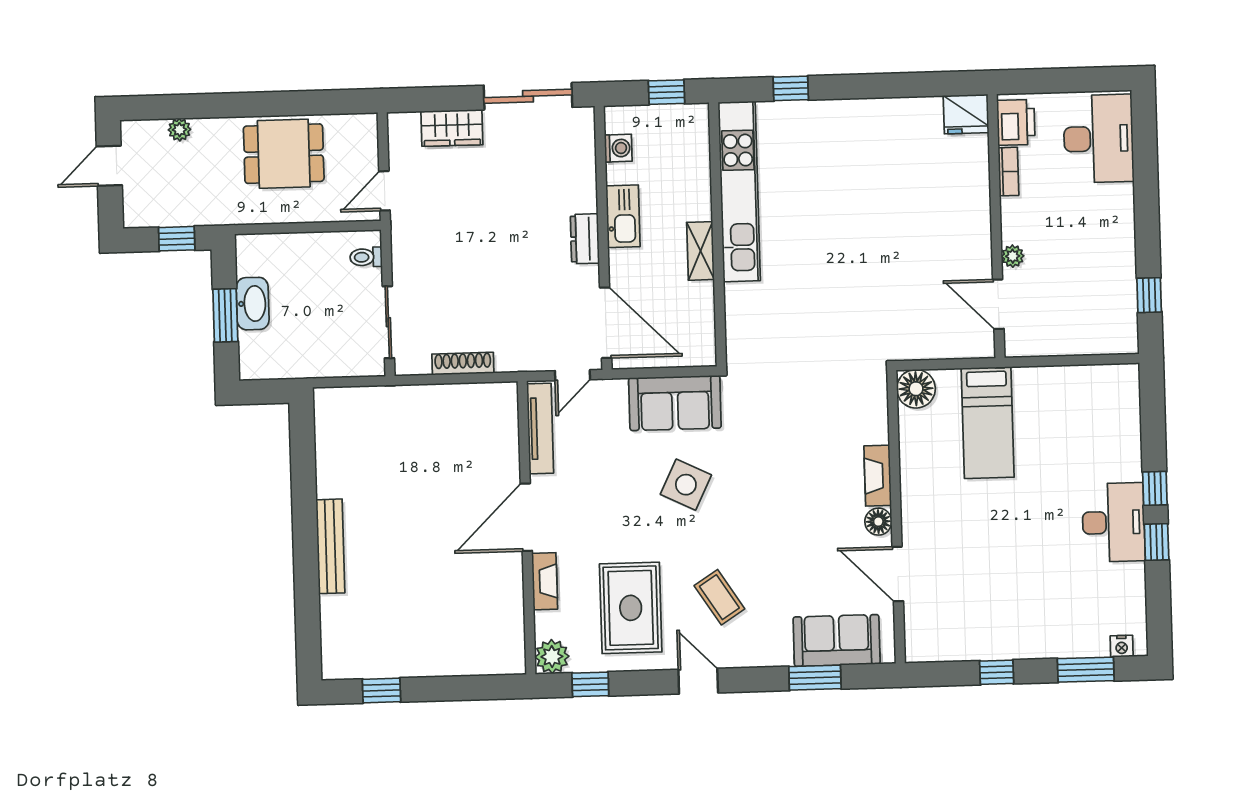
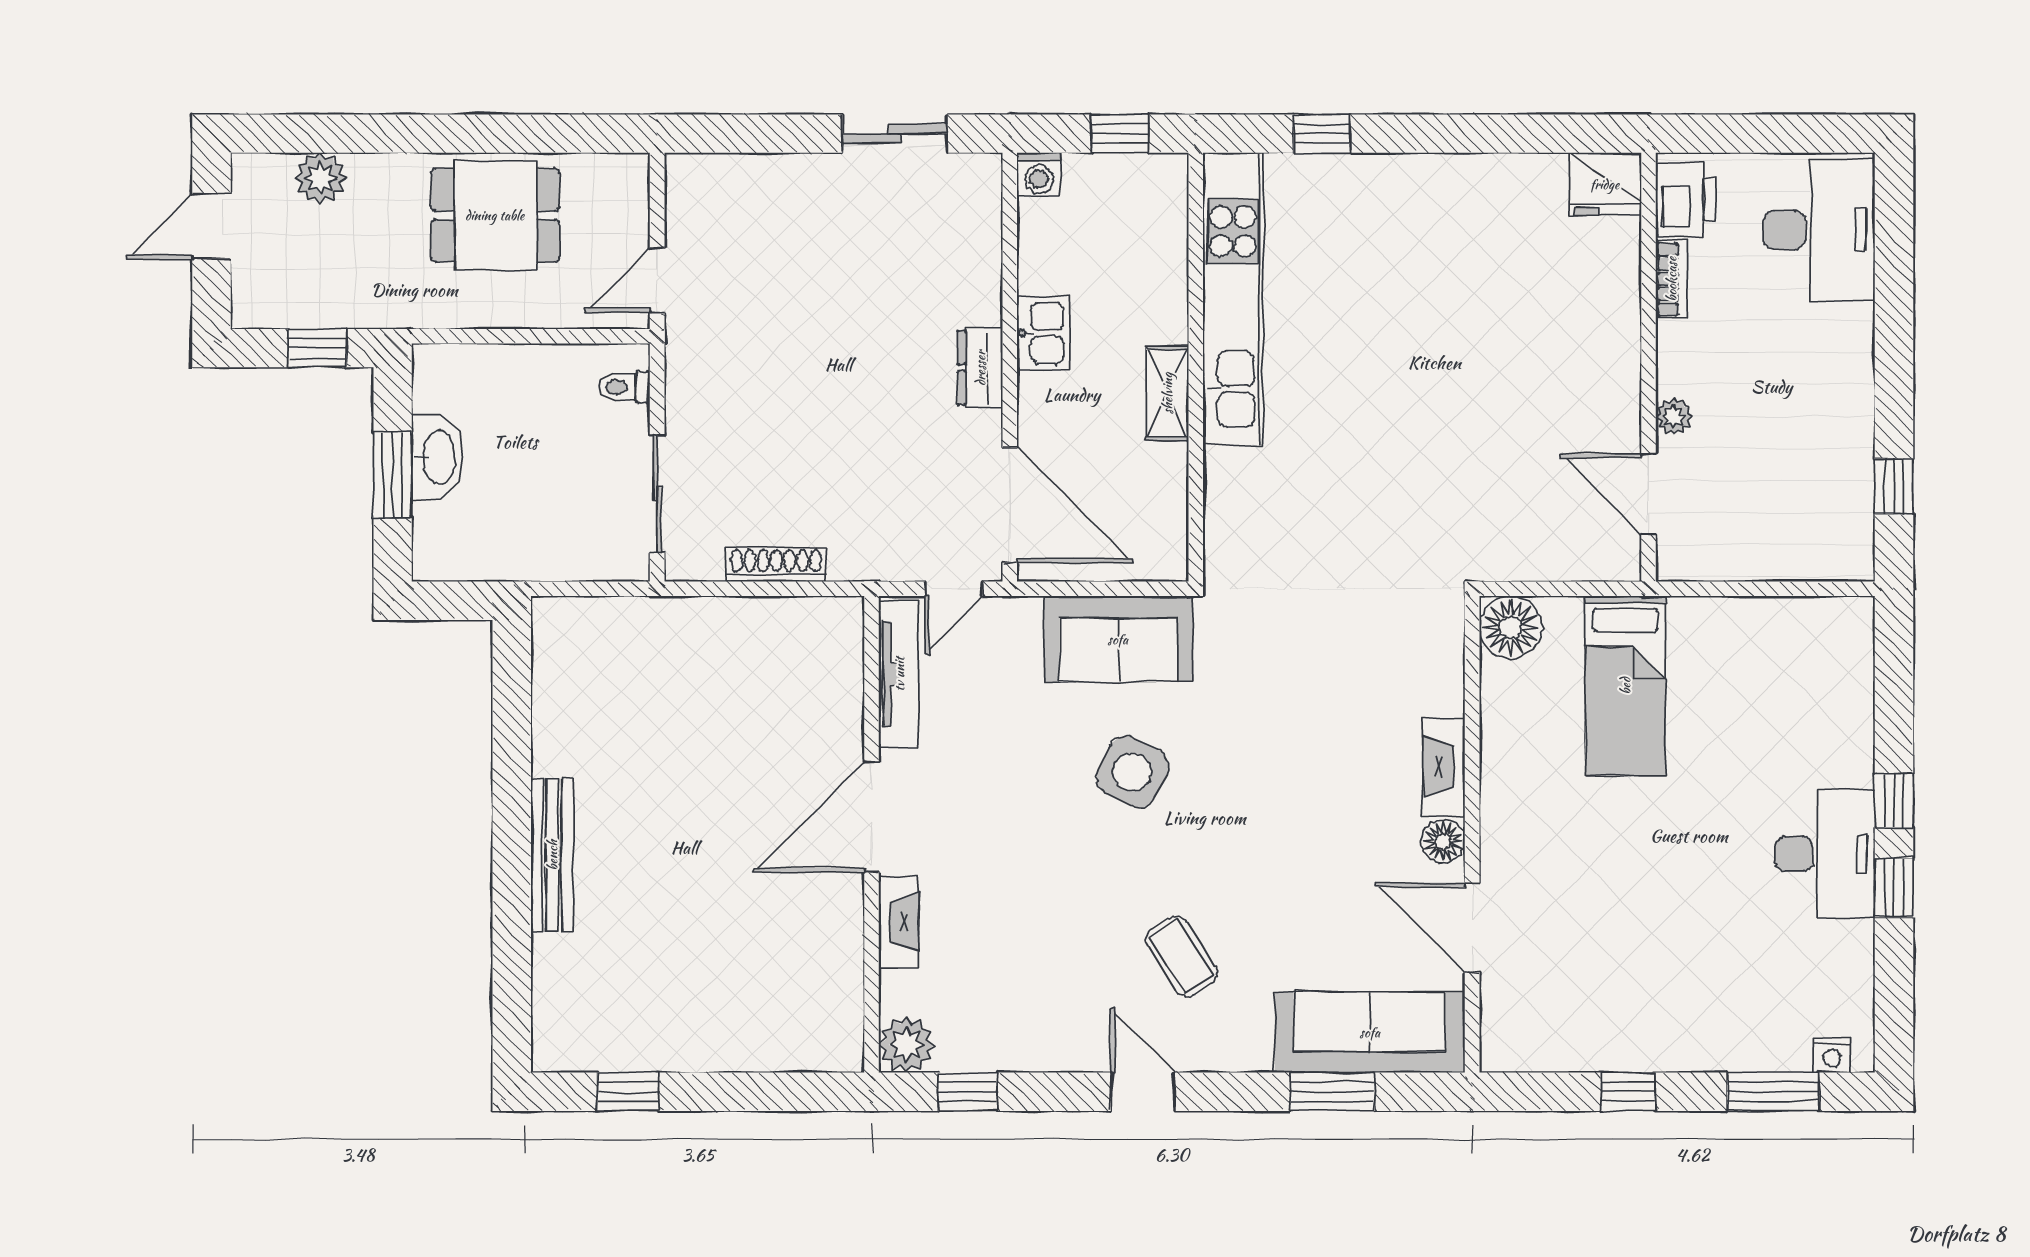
sliding door: (528, 96) -> (895, 134), width x0.73
wardrobe: (452, 128) -> (770, 181), removed
plant: (179, 130) -> (320, 178), width x1.38, depth x1.38
washing machine: (618, 148) -> (1039, 175), moved, turned 90
kitchen sink: (623, 216) -> (1043, 333), width x0.73
rug: (631, 608) -> (1037, 969), removed
sofa: (837, 640) -> (1370, 1032), width x1.36

